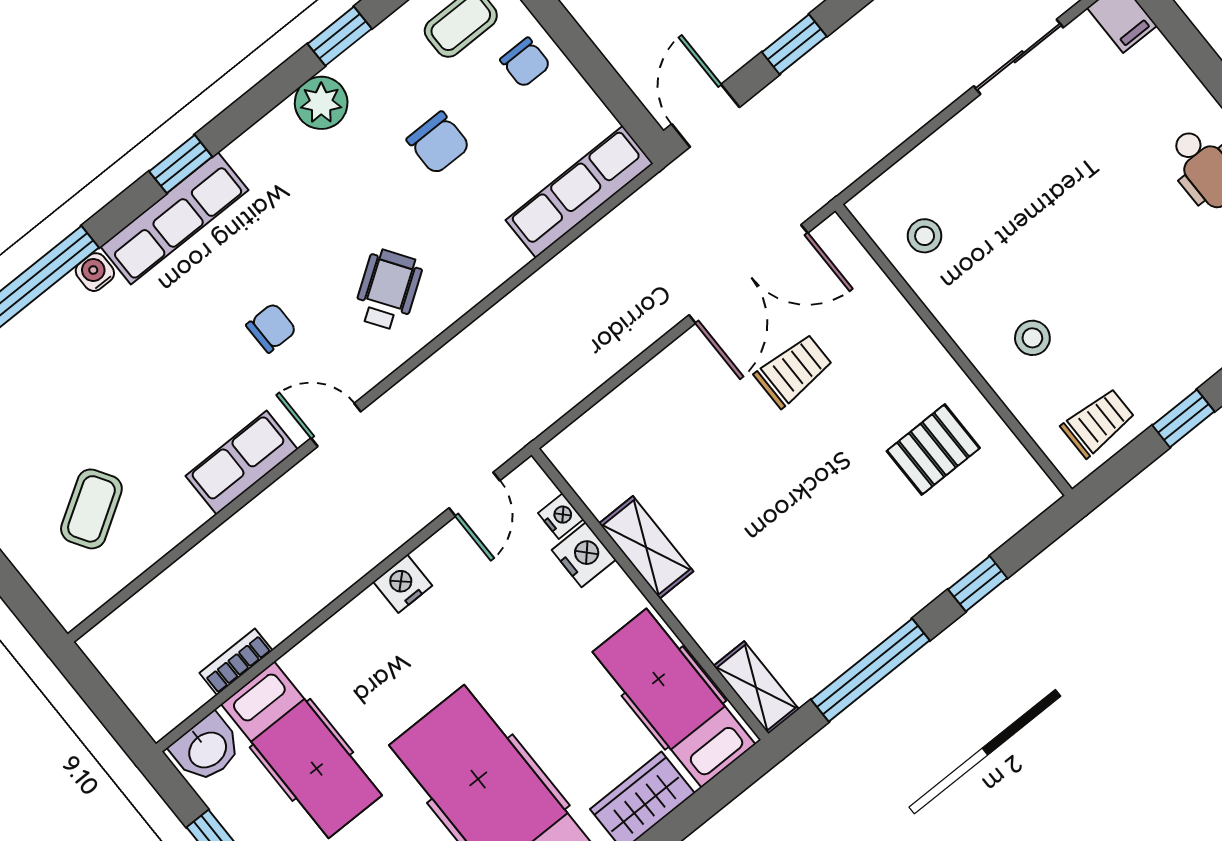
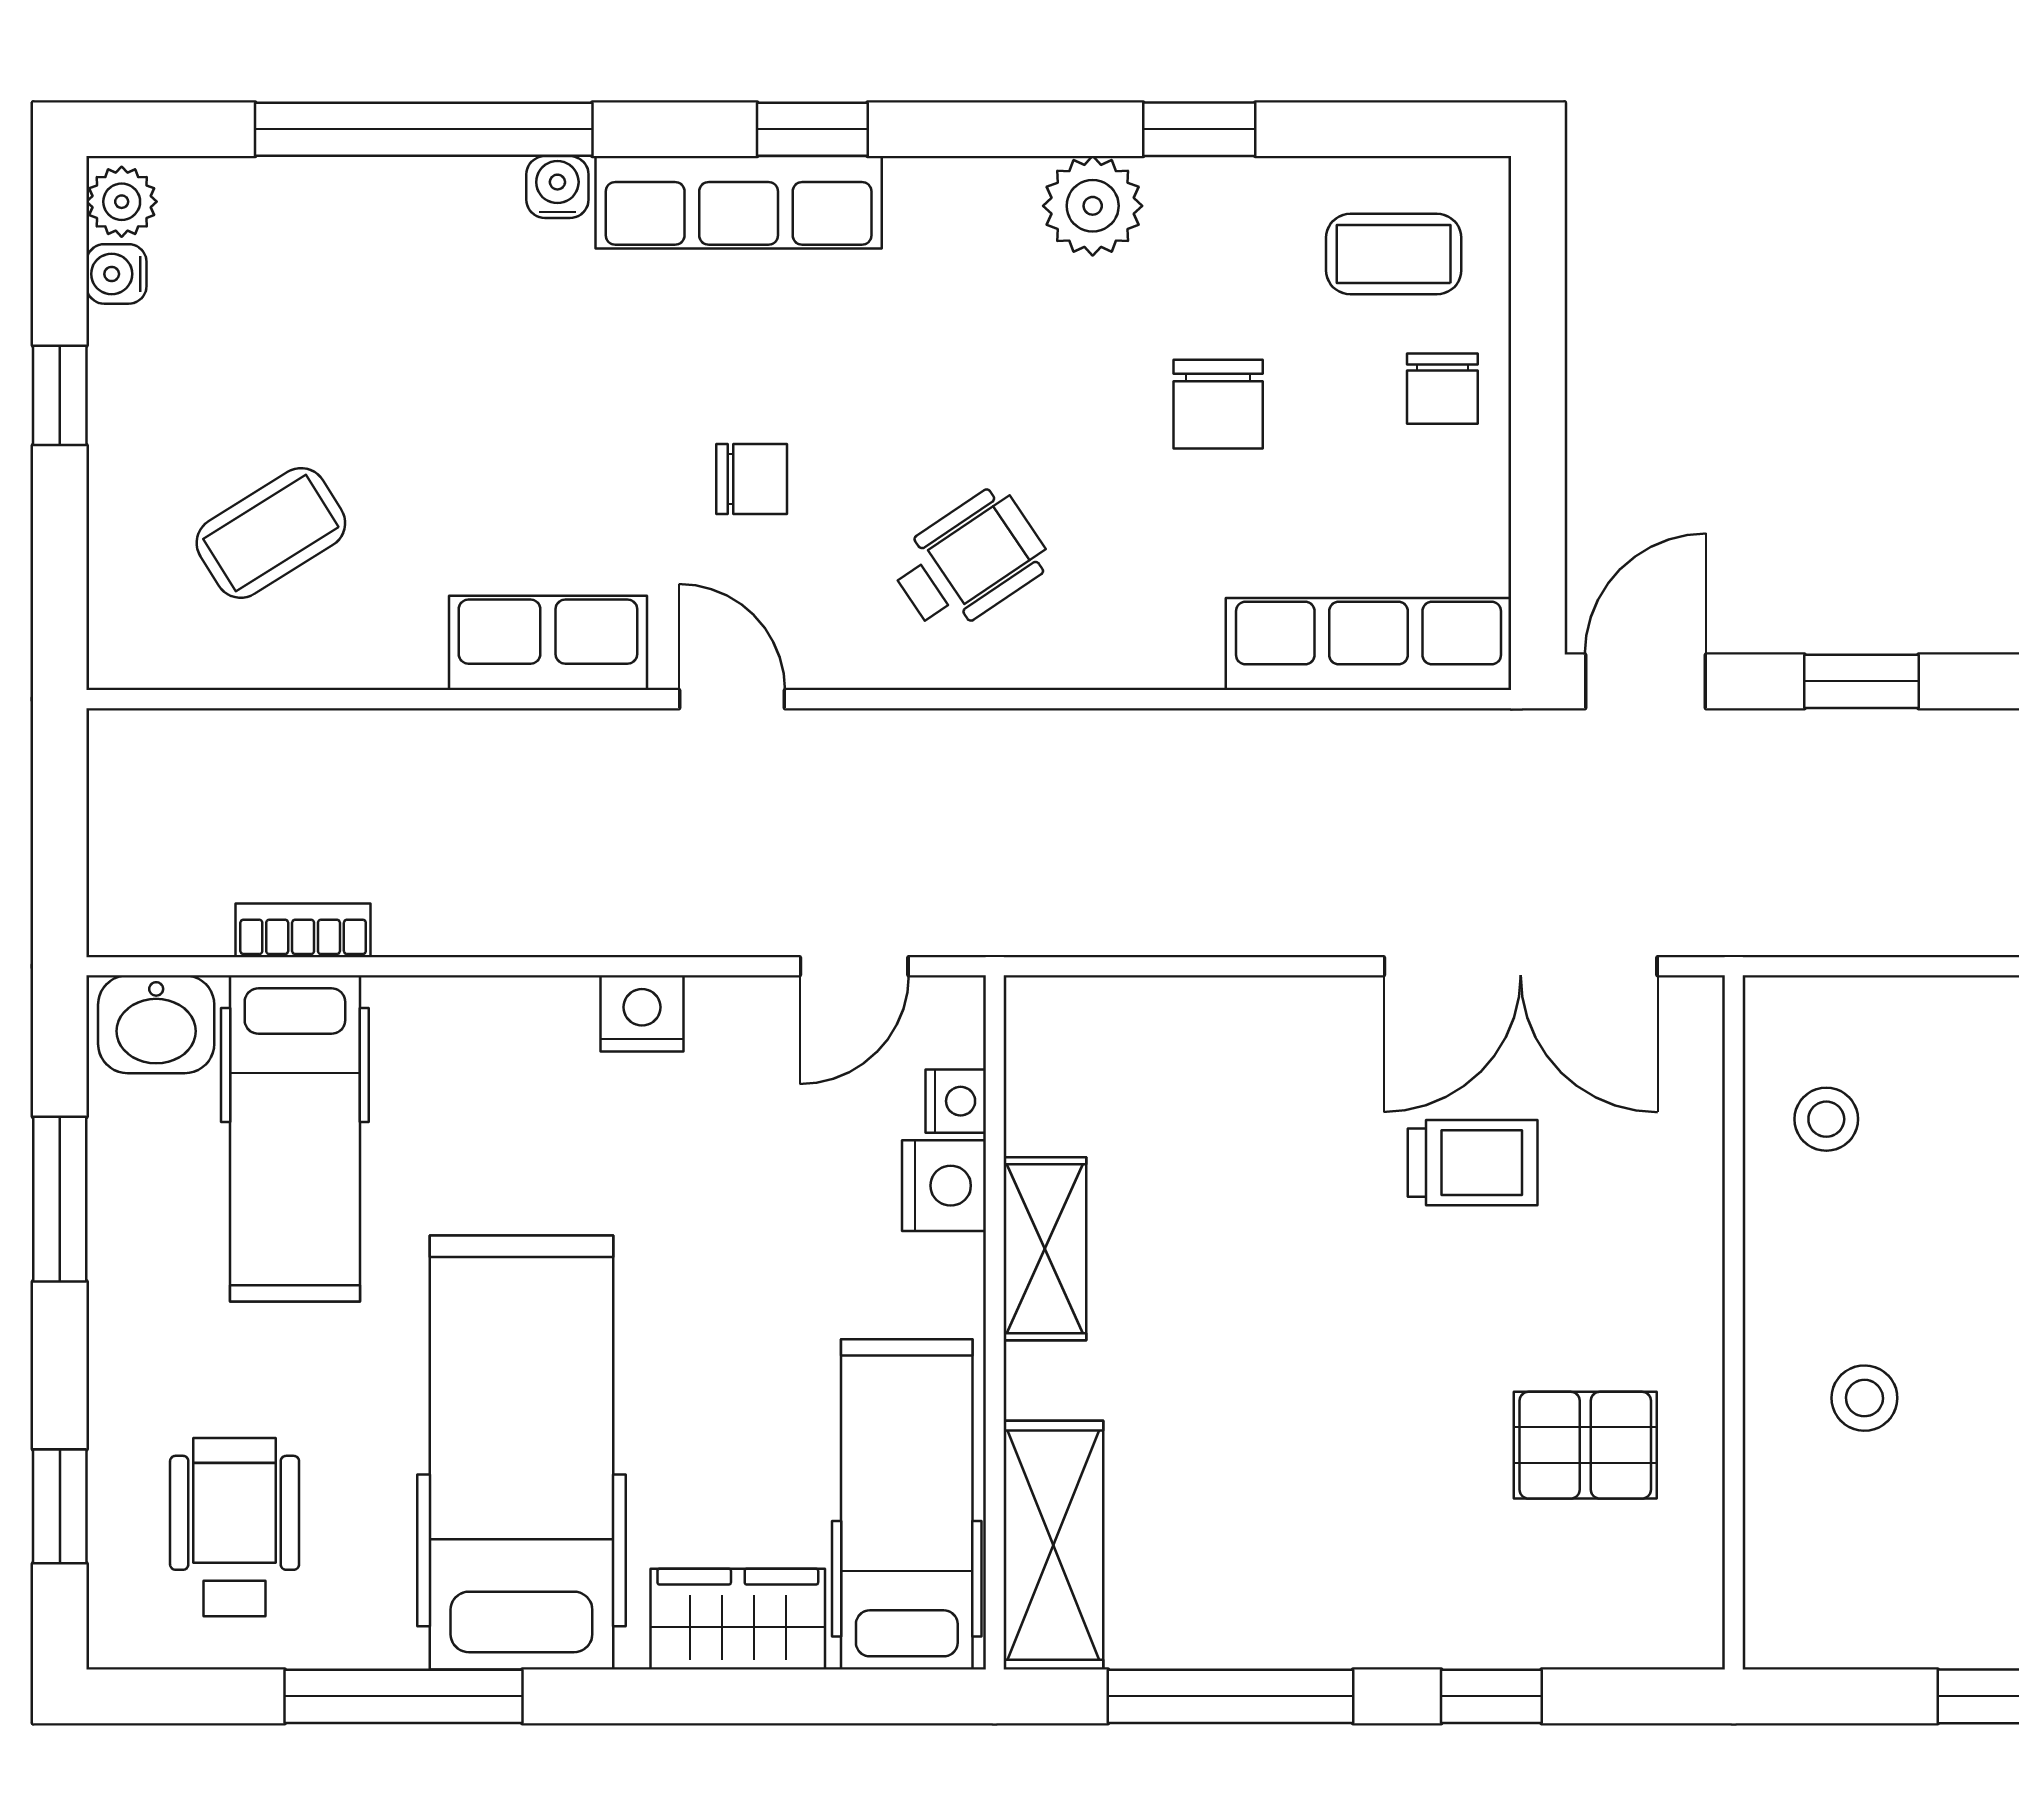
trolley: (1098, 423) -> (1861, 1601), removed
shelving: (756, 688) -> (1053, 1545), width x1.50, depth x1.33

